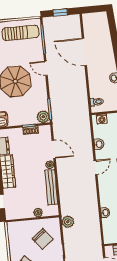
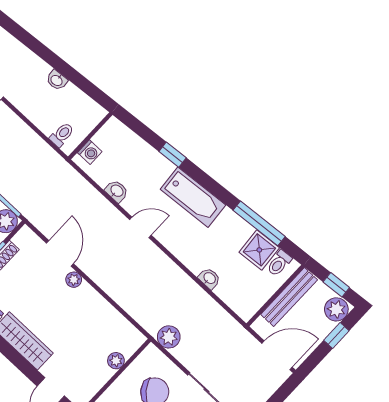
door: (54, 149) -> (60, 253), hinge flipped
door: (96, 167) -> (140, 227), hinge flipped
bench: (51, 187) -> (103, 309), removed

